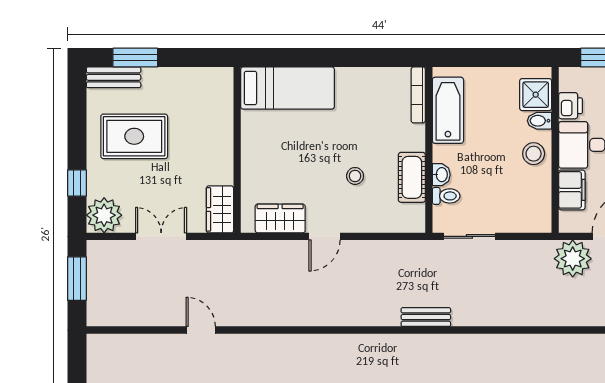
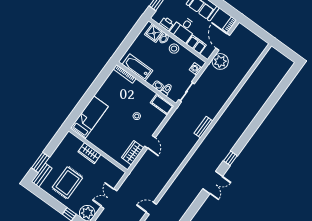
cot: (412, 177) -> (162, 105), moved
wardrobe: (220, 209) -> (89, 153), moved
washing machine: (525, 222) -> (196, 69), added

